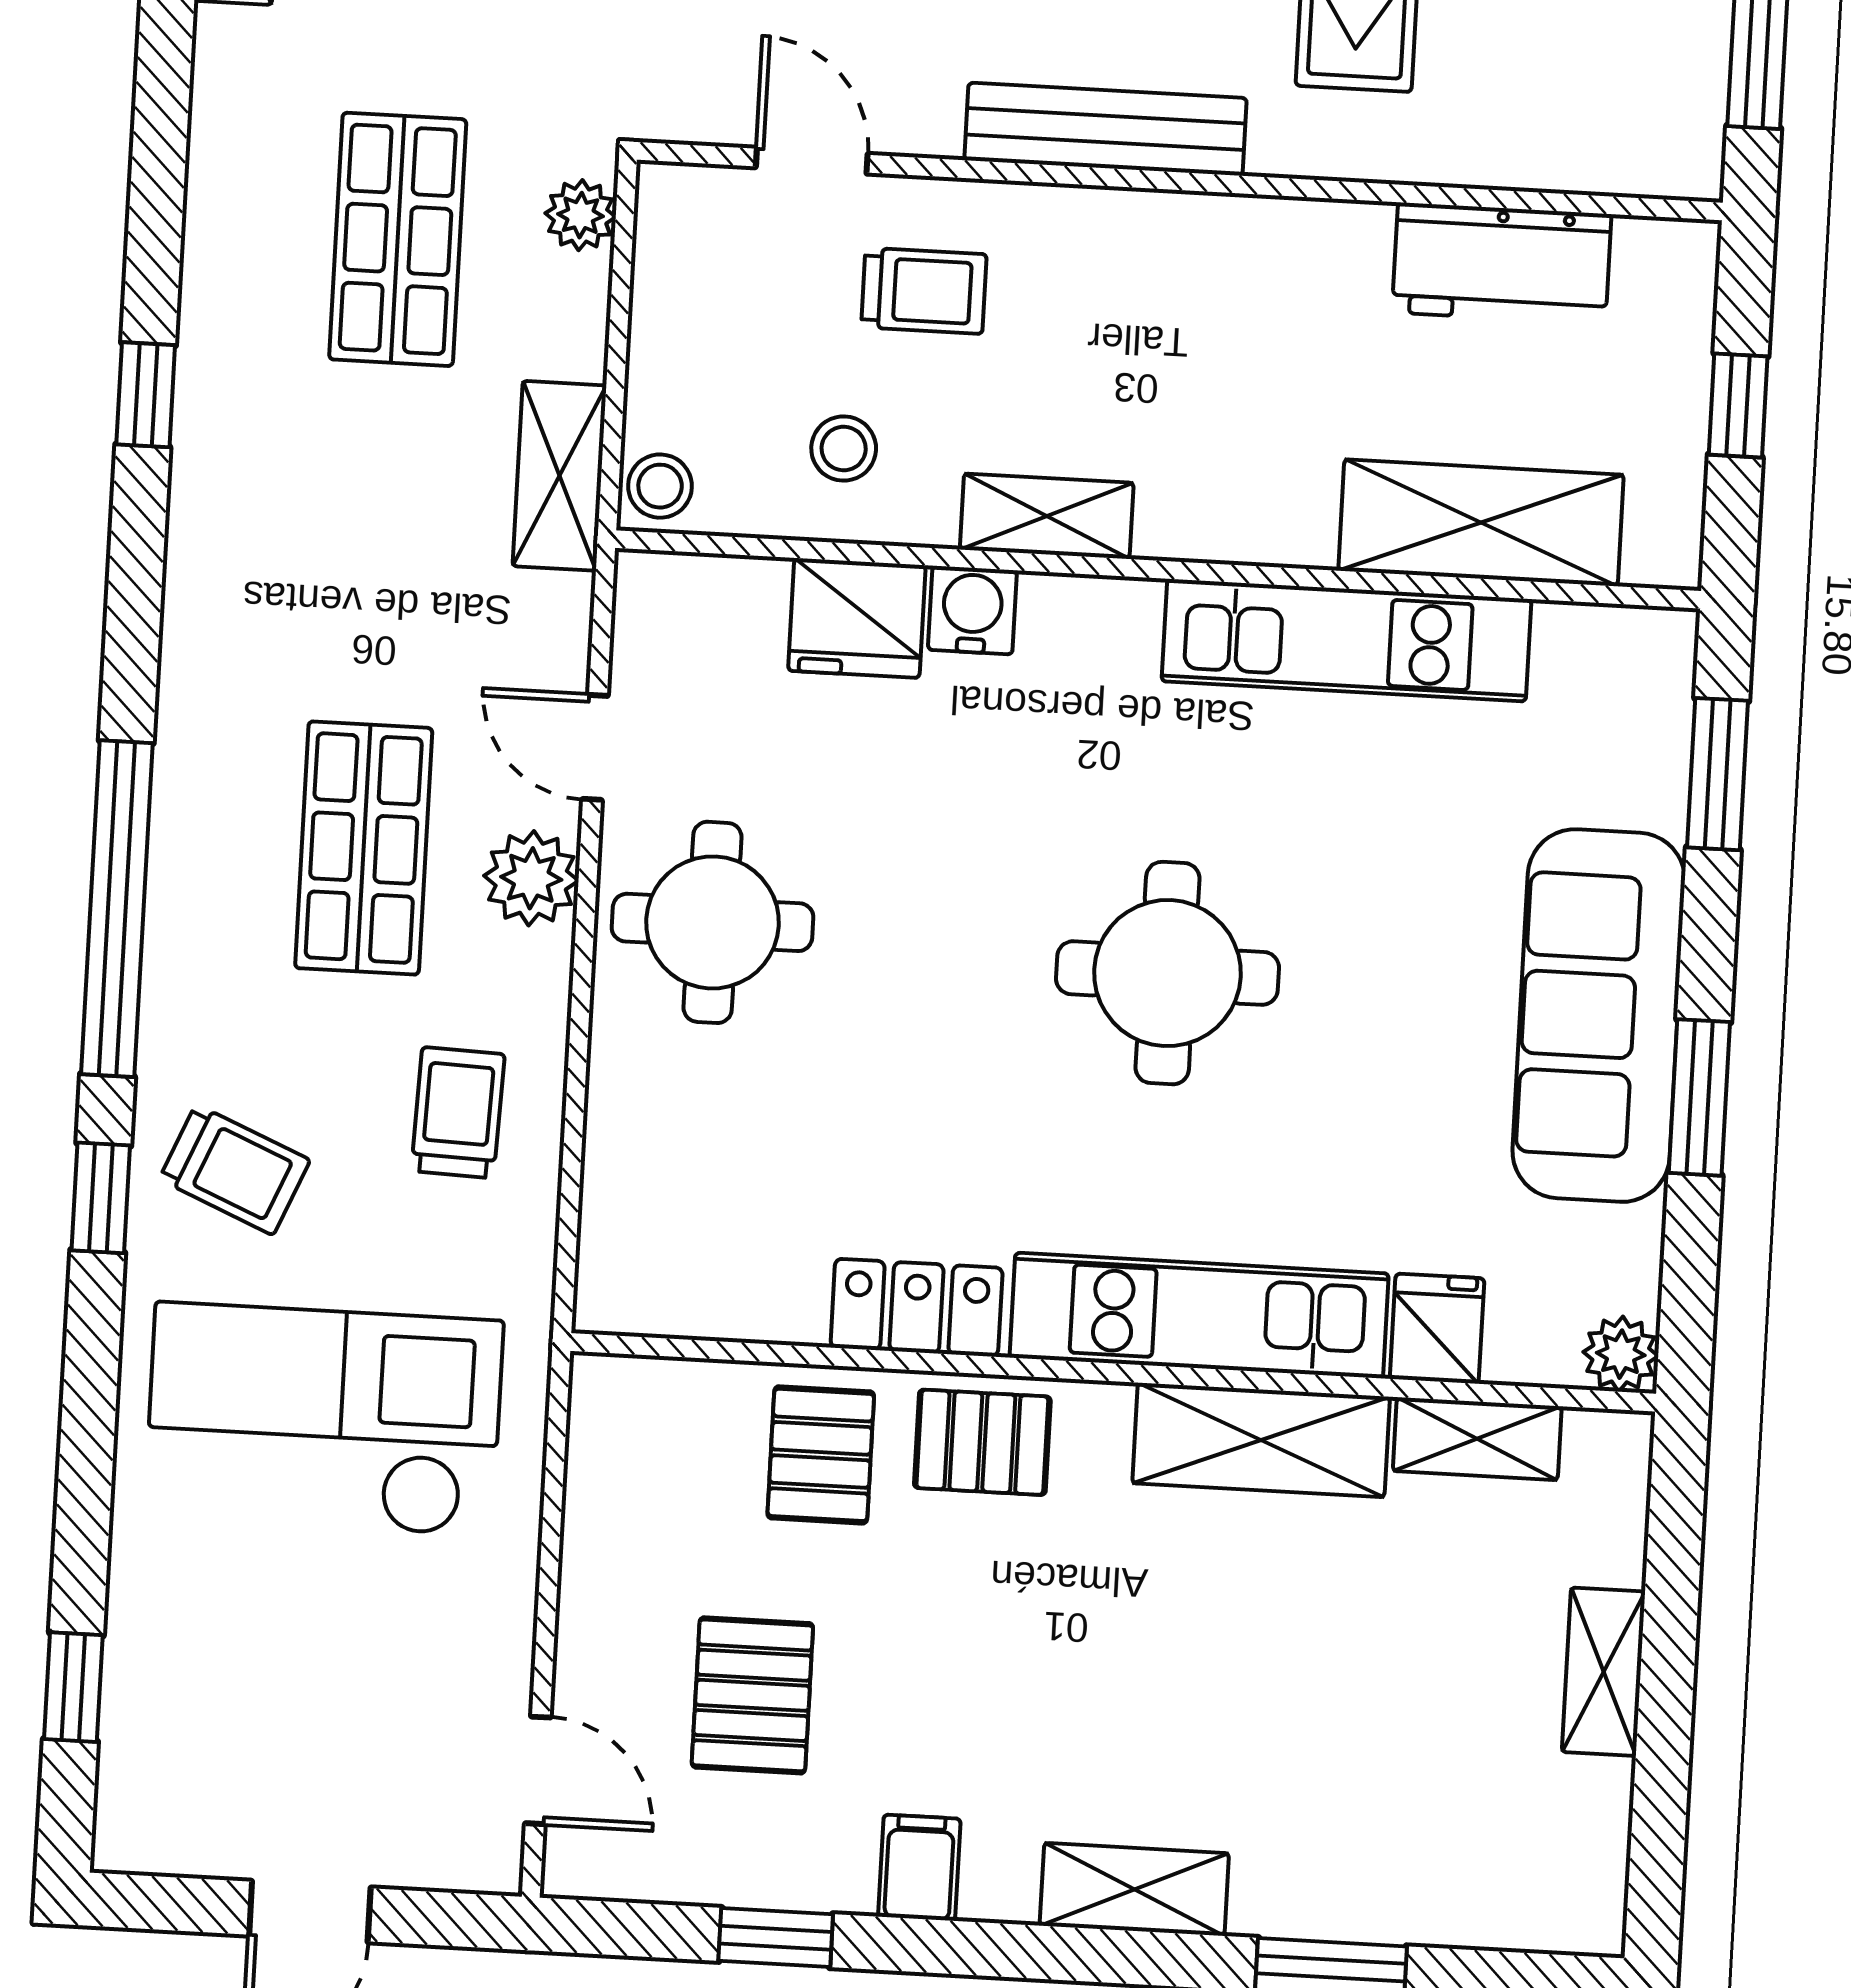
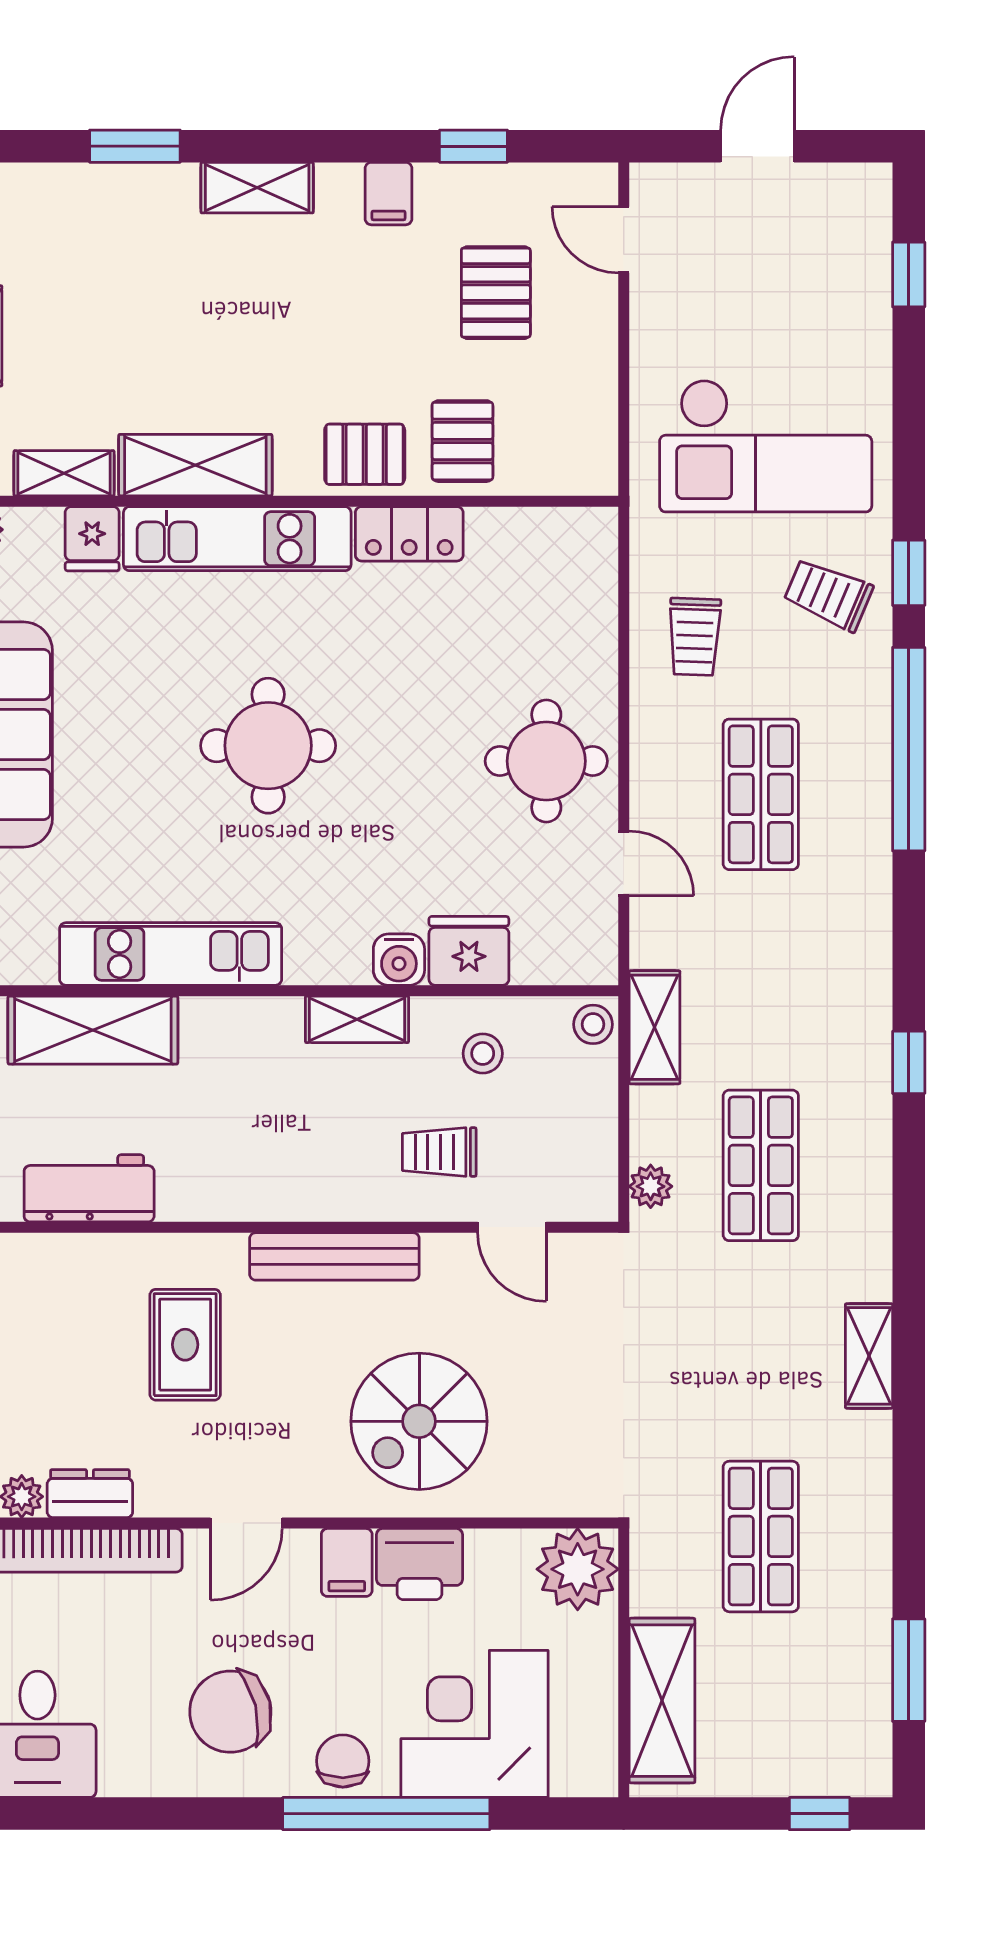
plant: (531, 878) -> (658, 782), removed

